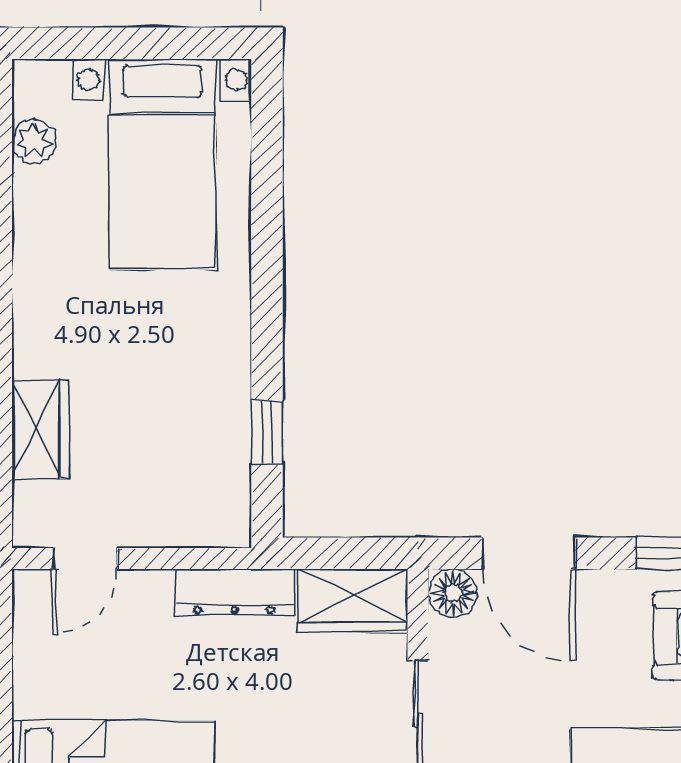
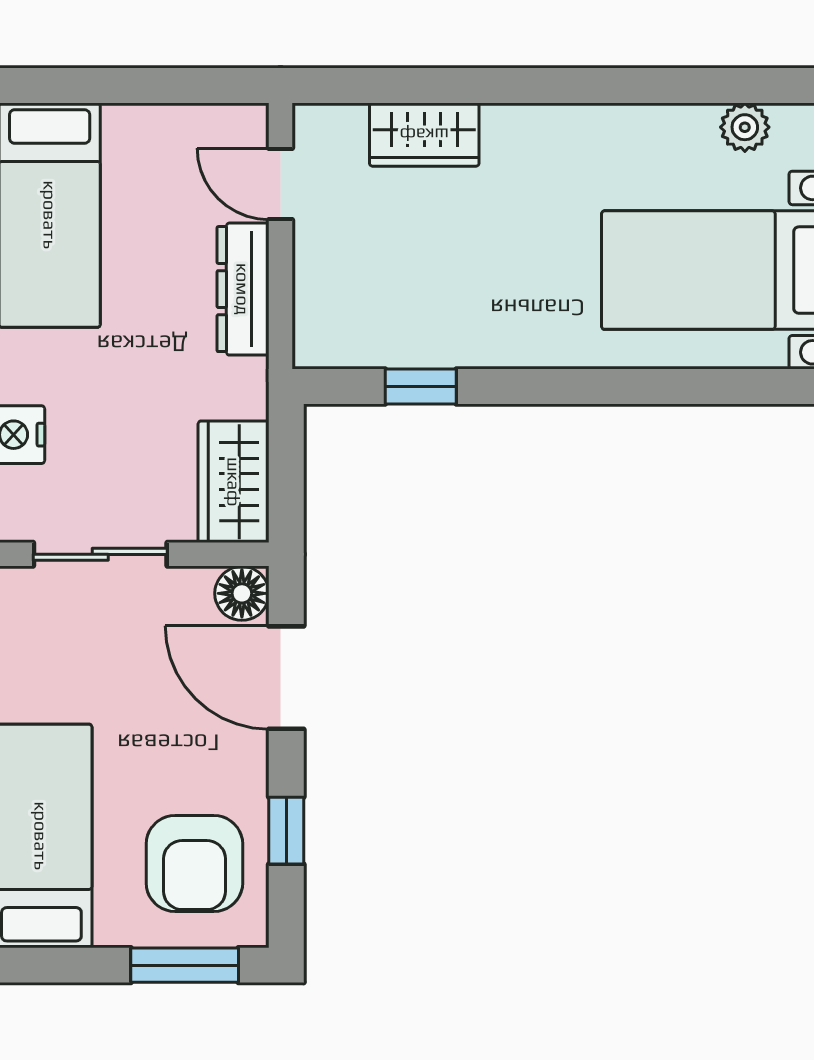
door: (529, 553) -> (286, 678), hinge flipped
dresser: (234, 592) -> (243, 289), moved

